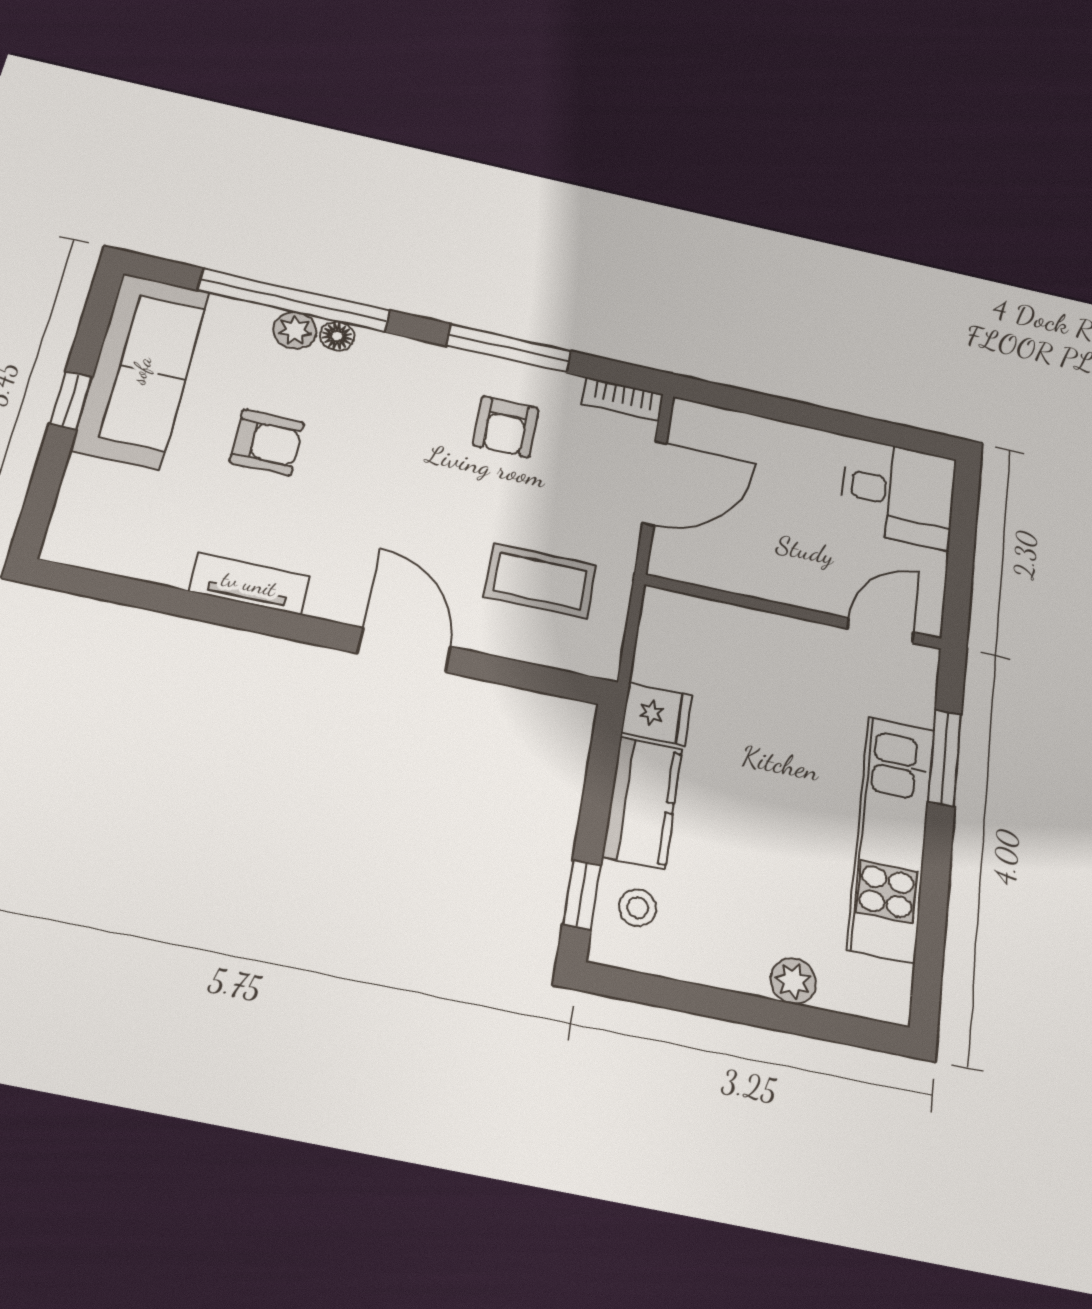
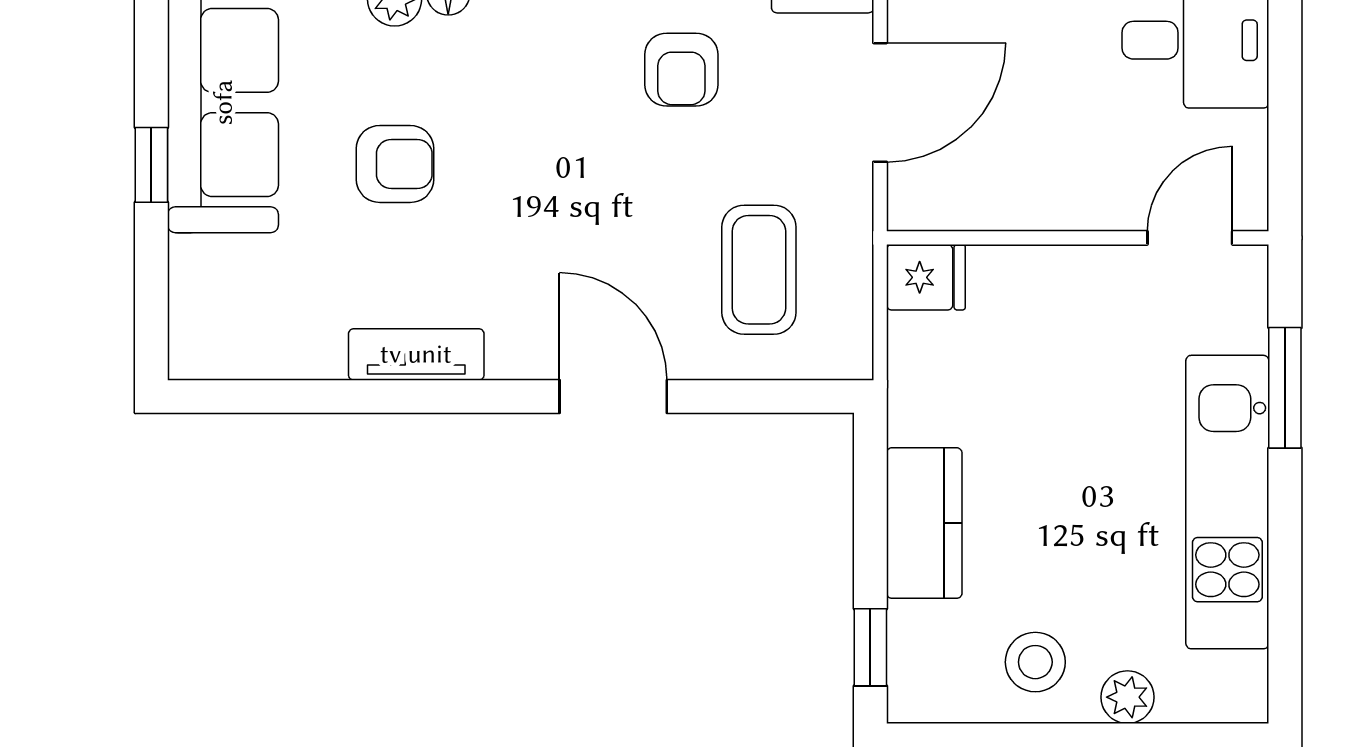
coffee table: (540, 581) -> (759, 270), turned 90
fridge: (657, 714) -> (926, 277), moved
stool: (638, 908) -> (1035, 662), moved, width x1.37, depth x1.37

